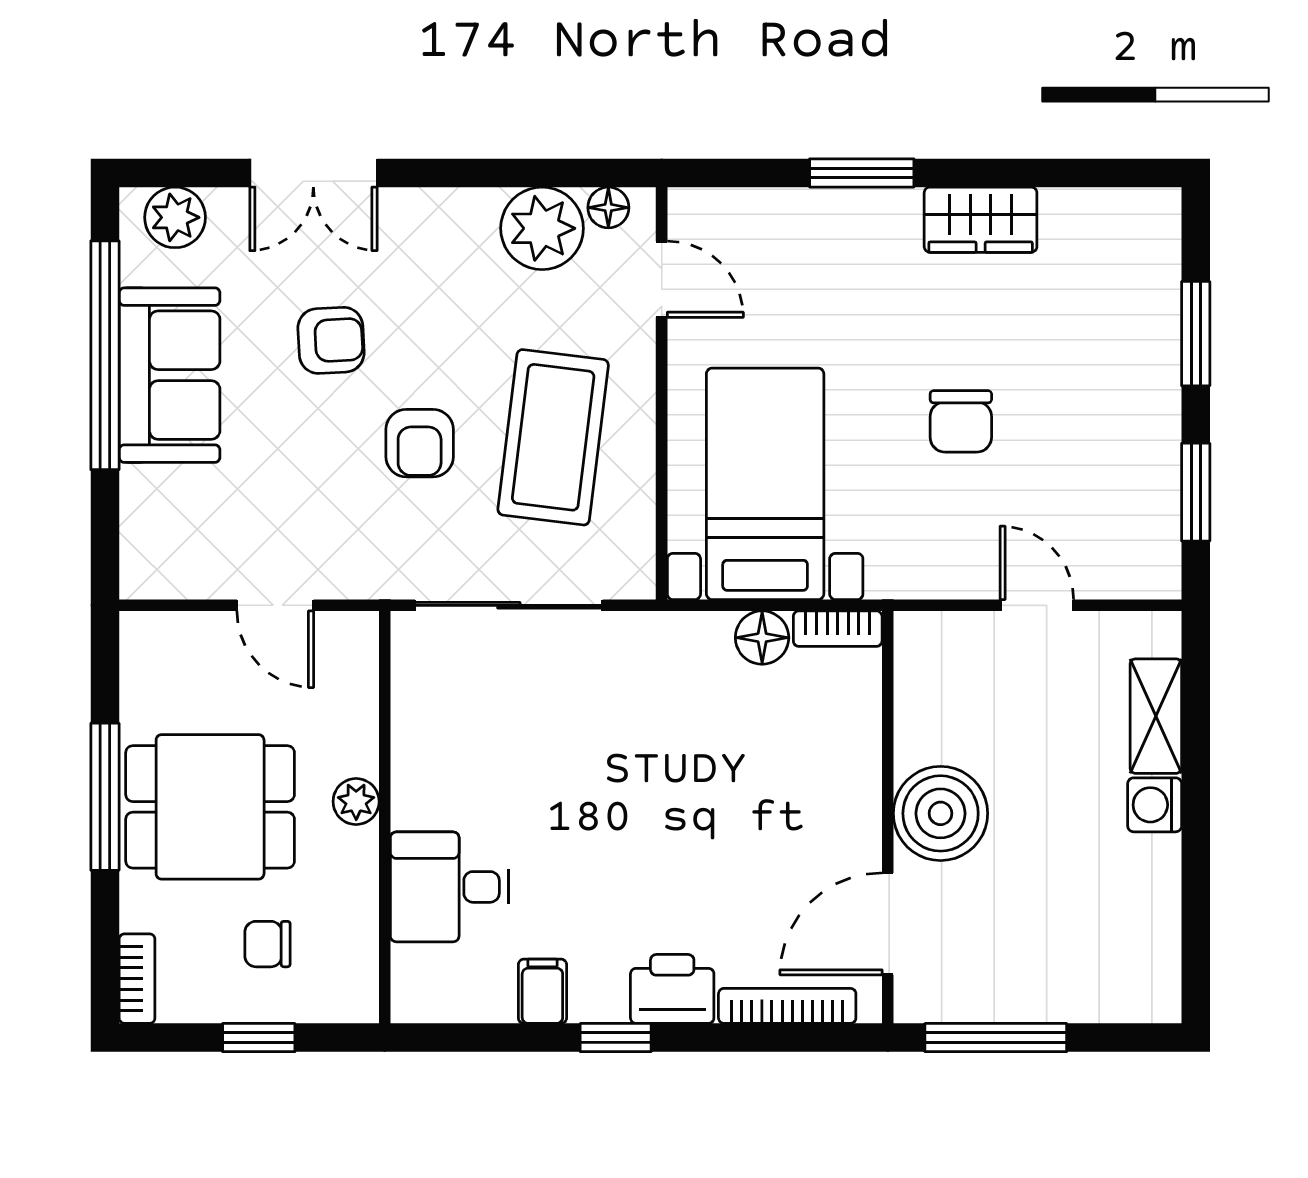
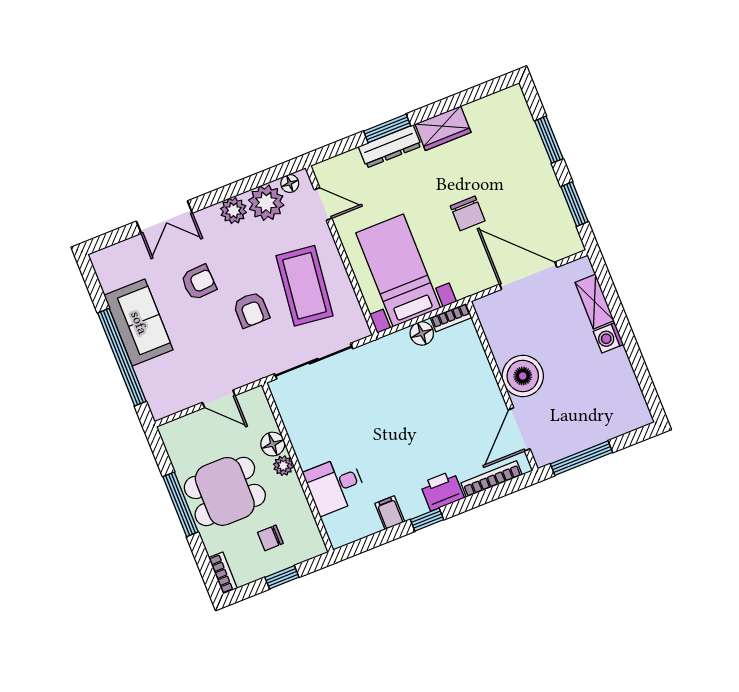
dresser: (852, 213) -> (390, 146), added
plant: (175, 217) -> (233, 211), moved
window: (105, 355) -> (122, 357), moved
door: (1037, 605) -> (528, 276), width x1.88
floor lamp: (352, 747) -> (273, 444), added

